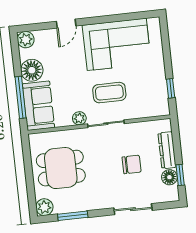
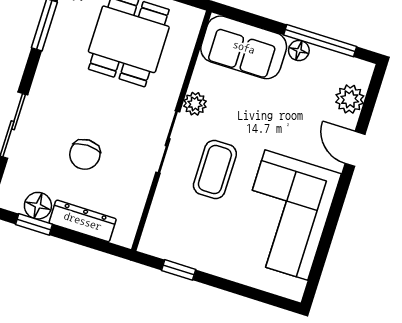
plant: (26, 40) -> (350, 99), moved
floor lamp: (32, 70) -> (299, 51), width x0.53, depth x0.53
window: (21, 97) -> (320, 41), moved

